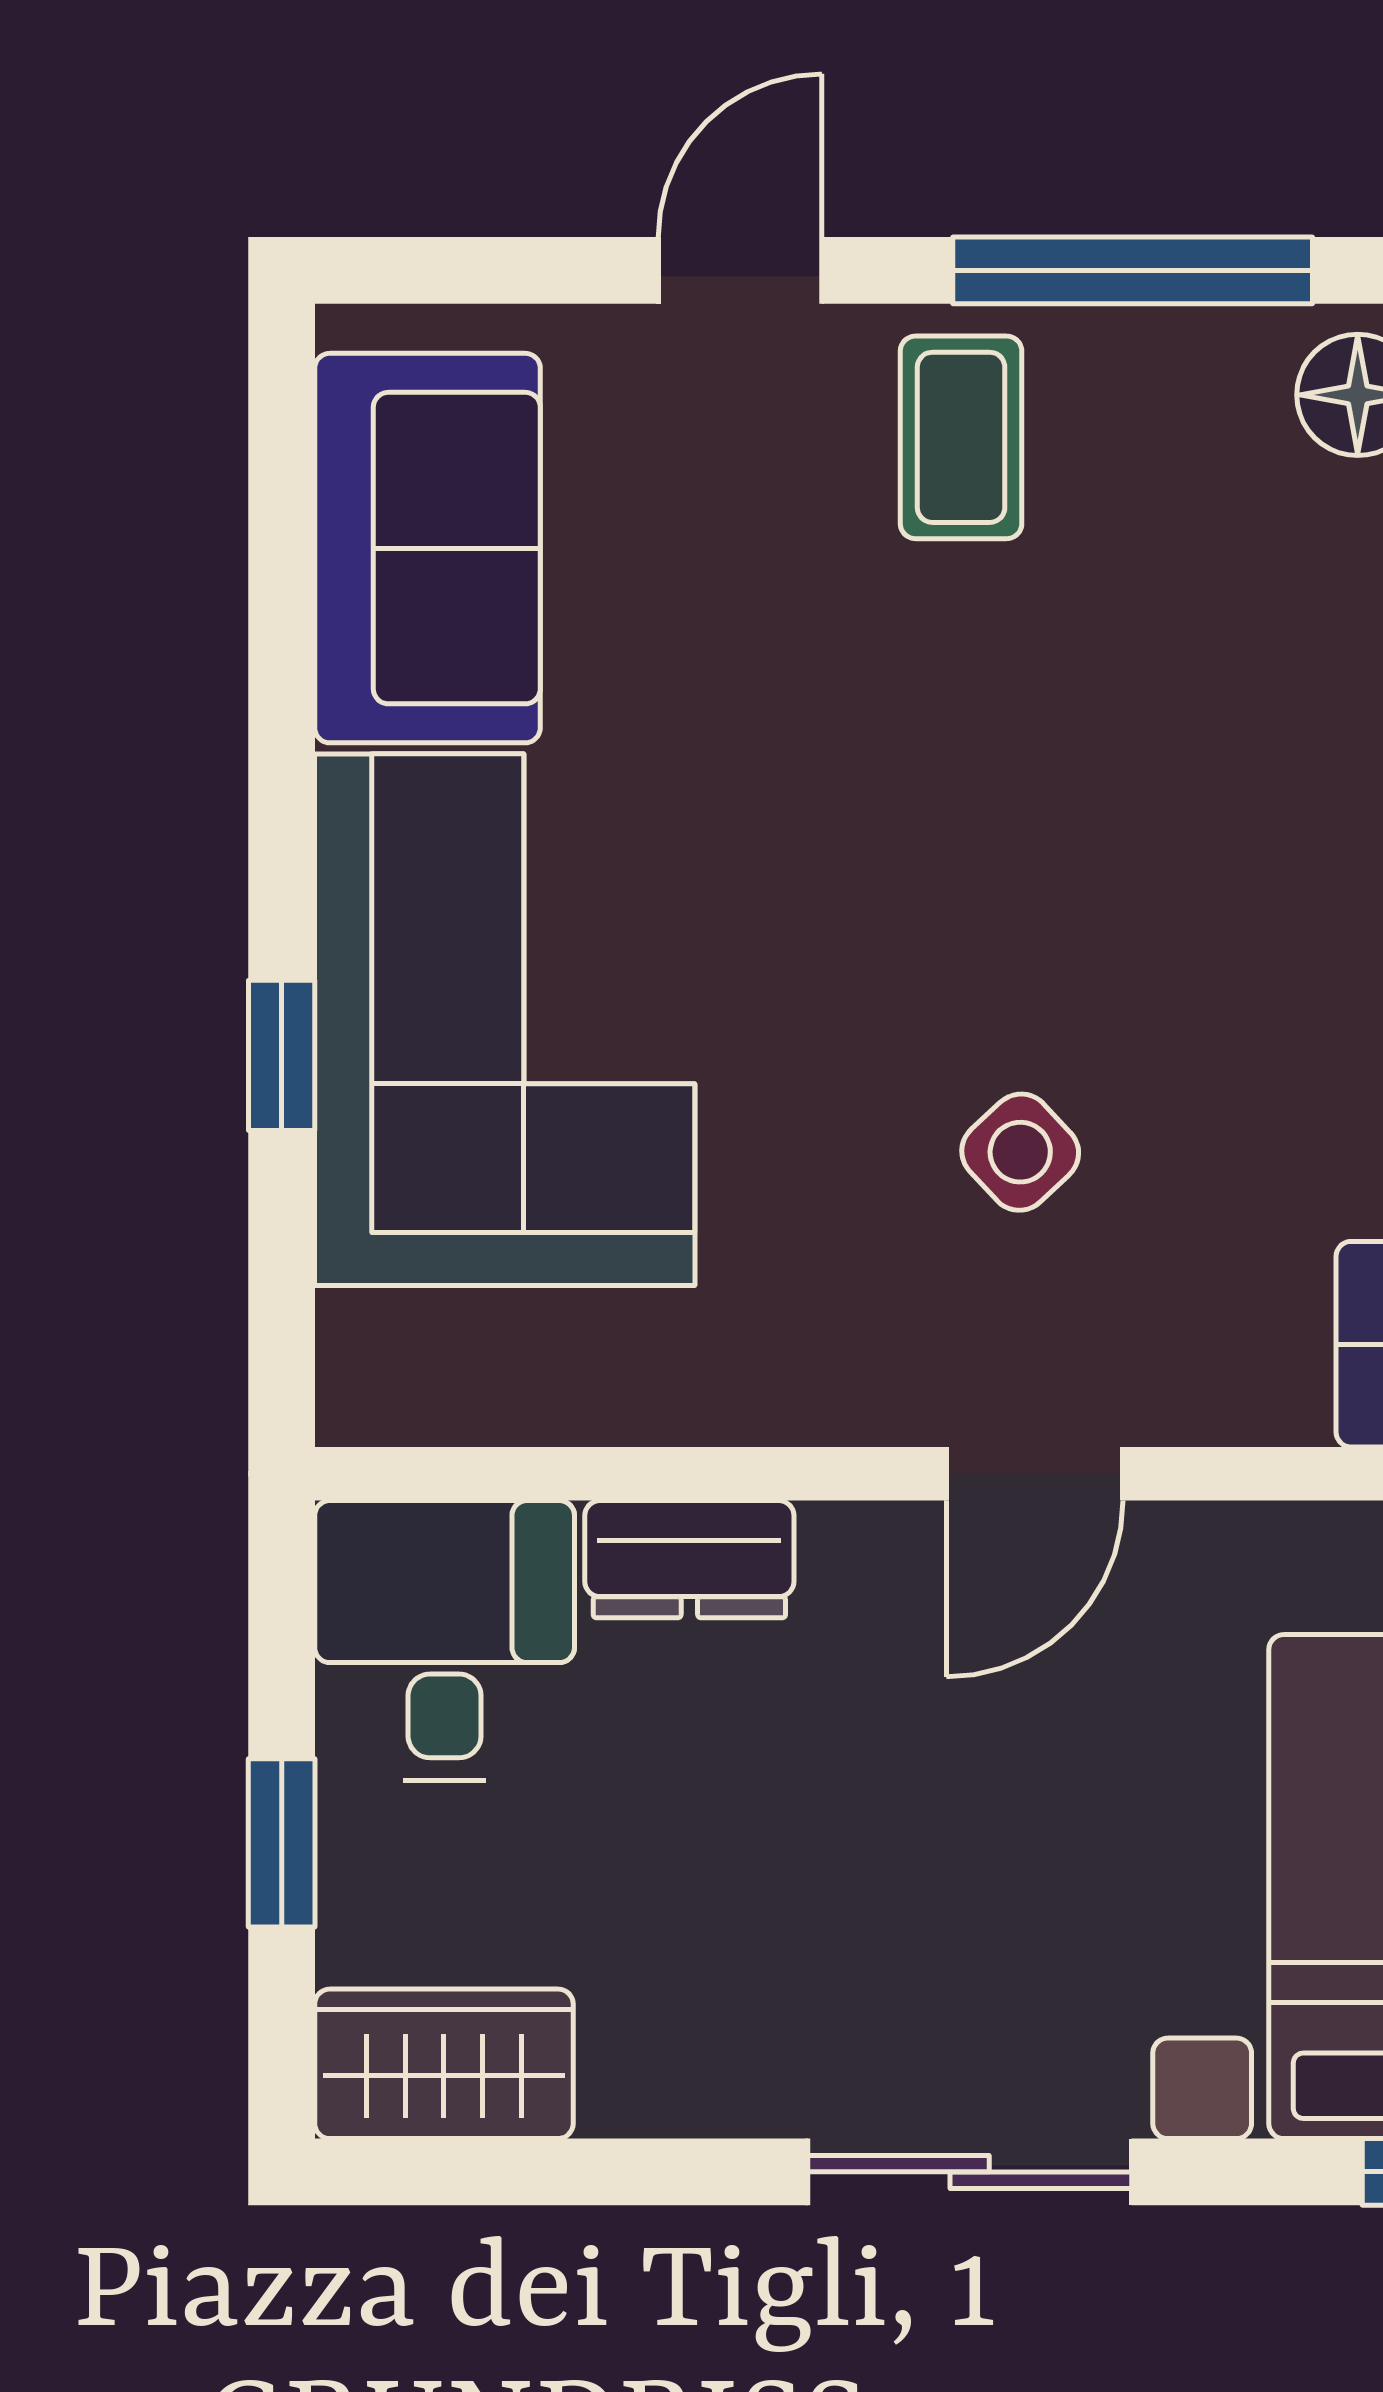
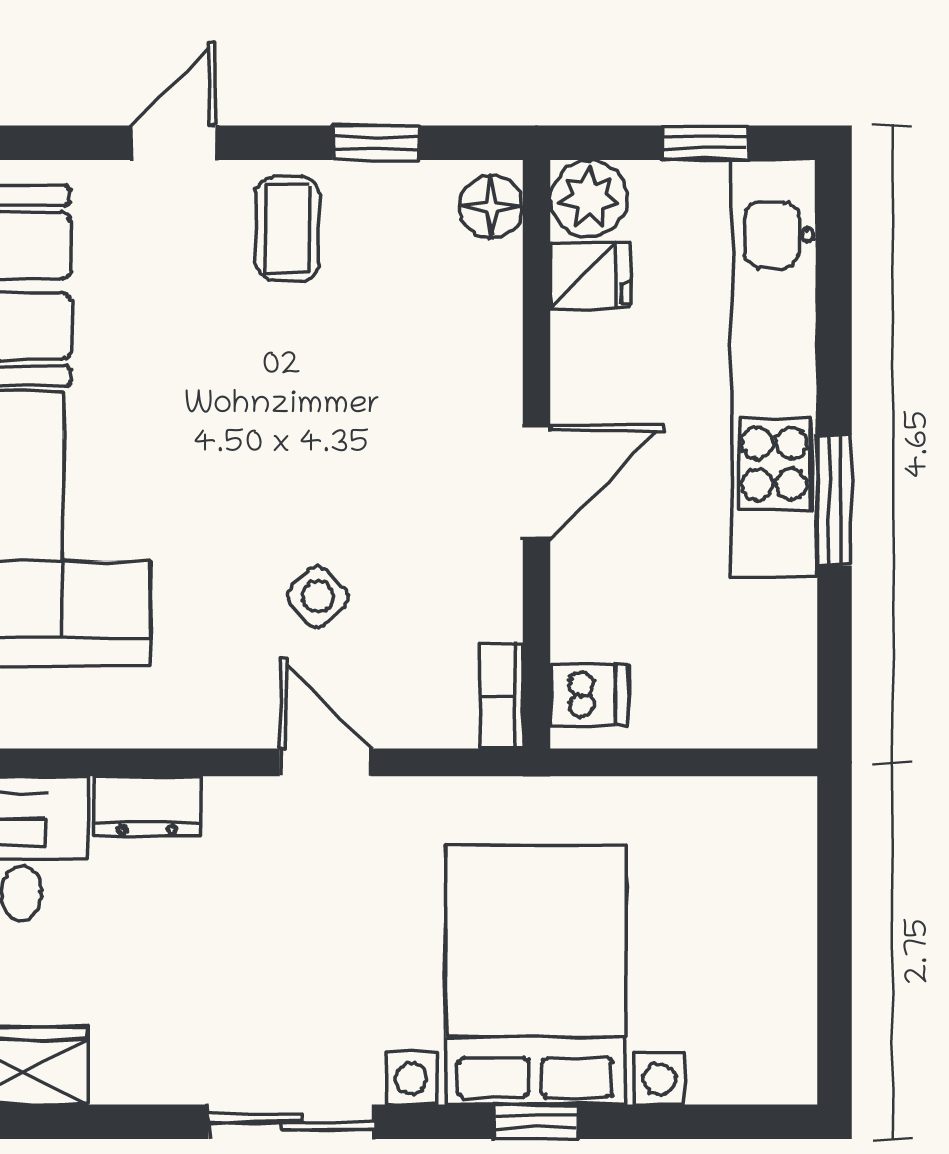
window: (1133, 270) -> (376, 143), width x0.46
door: (1035, 1474) -> (325, 762), swing flipped

